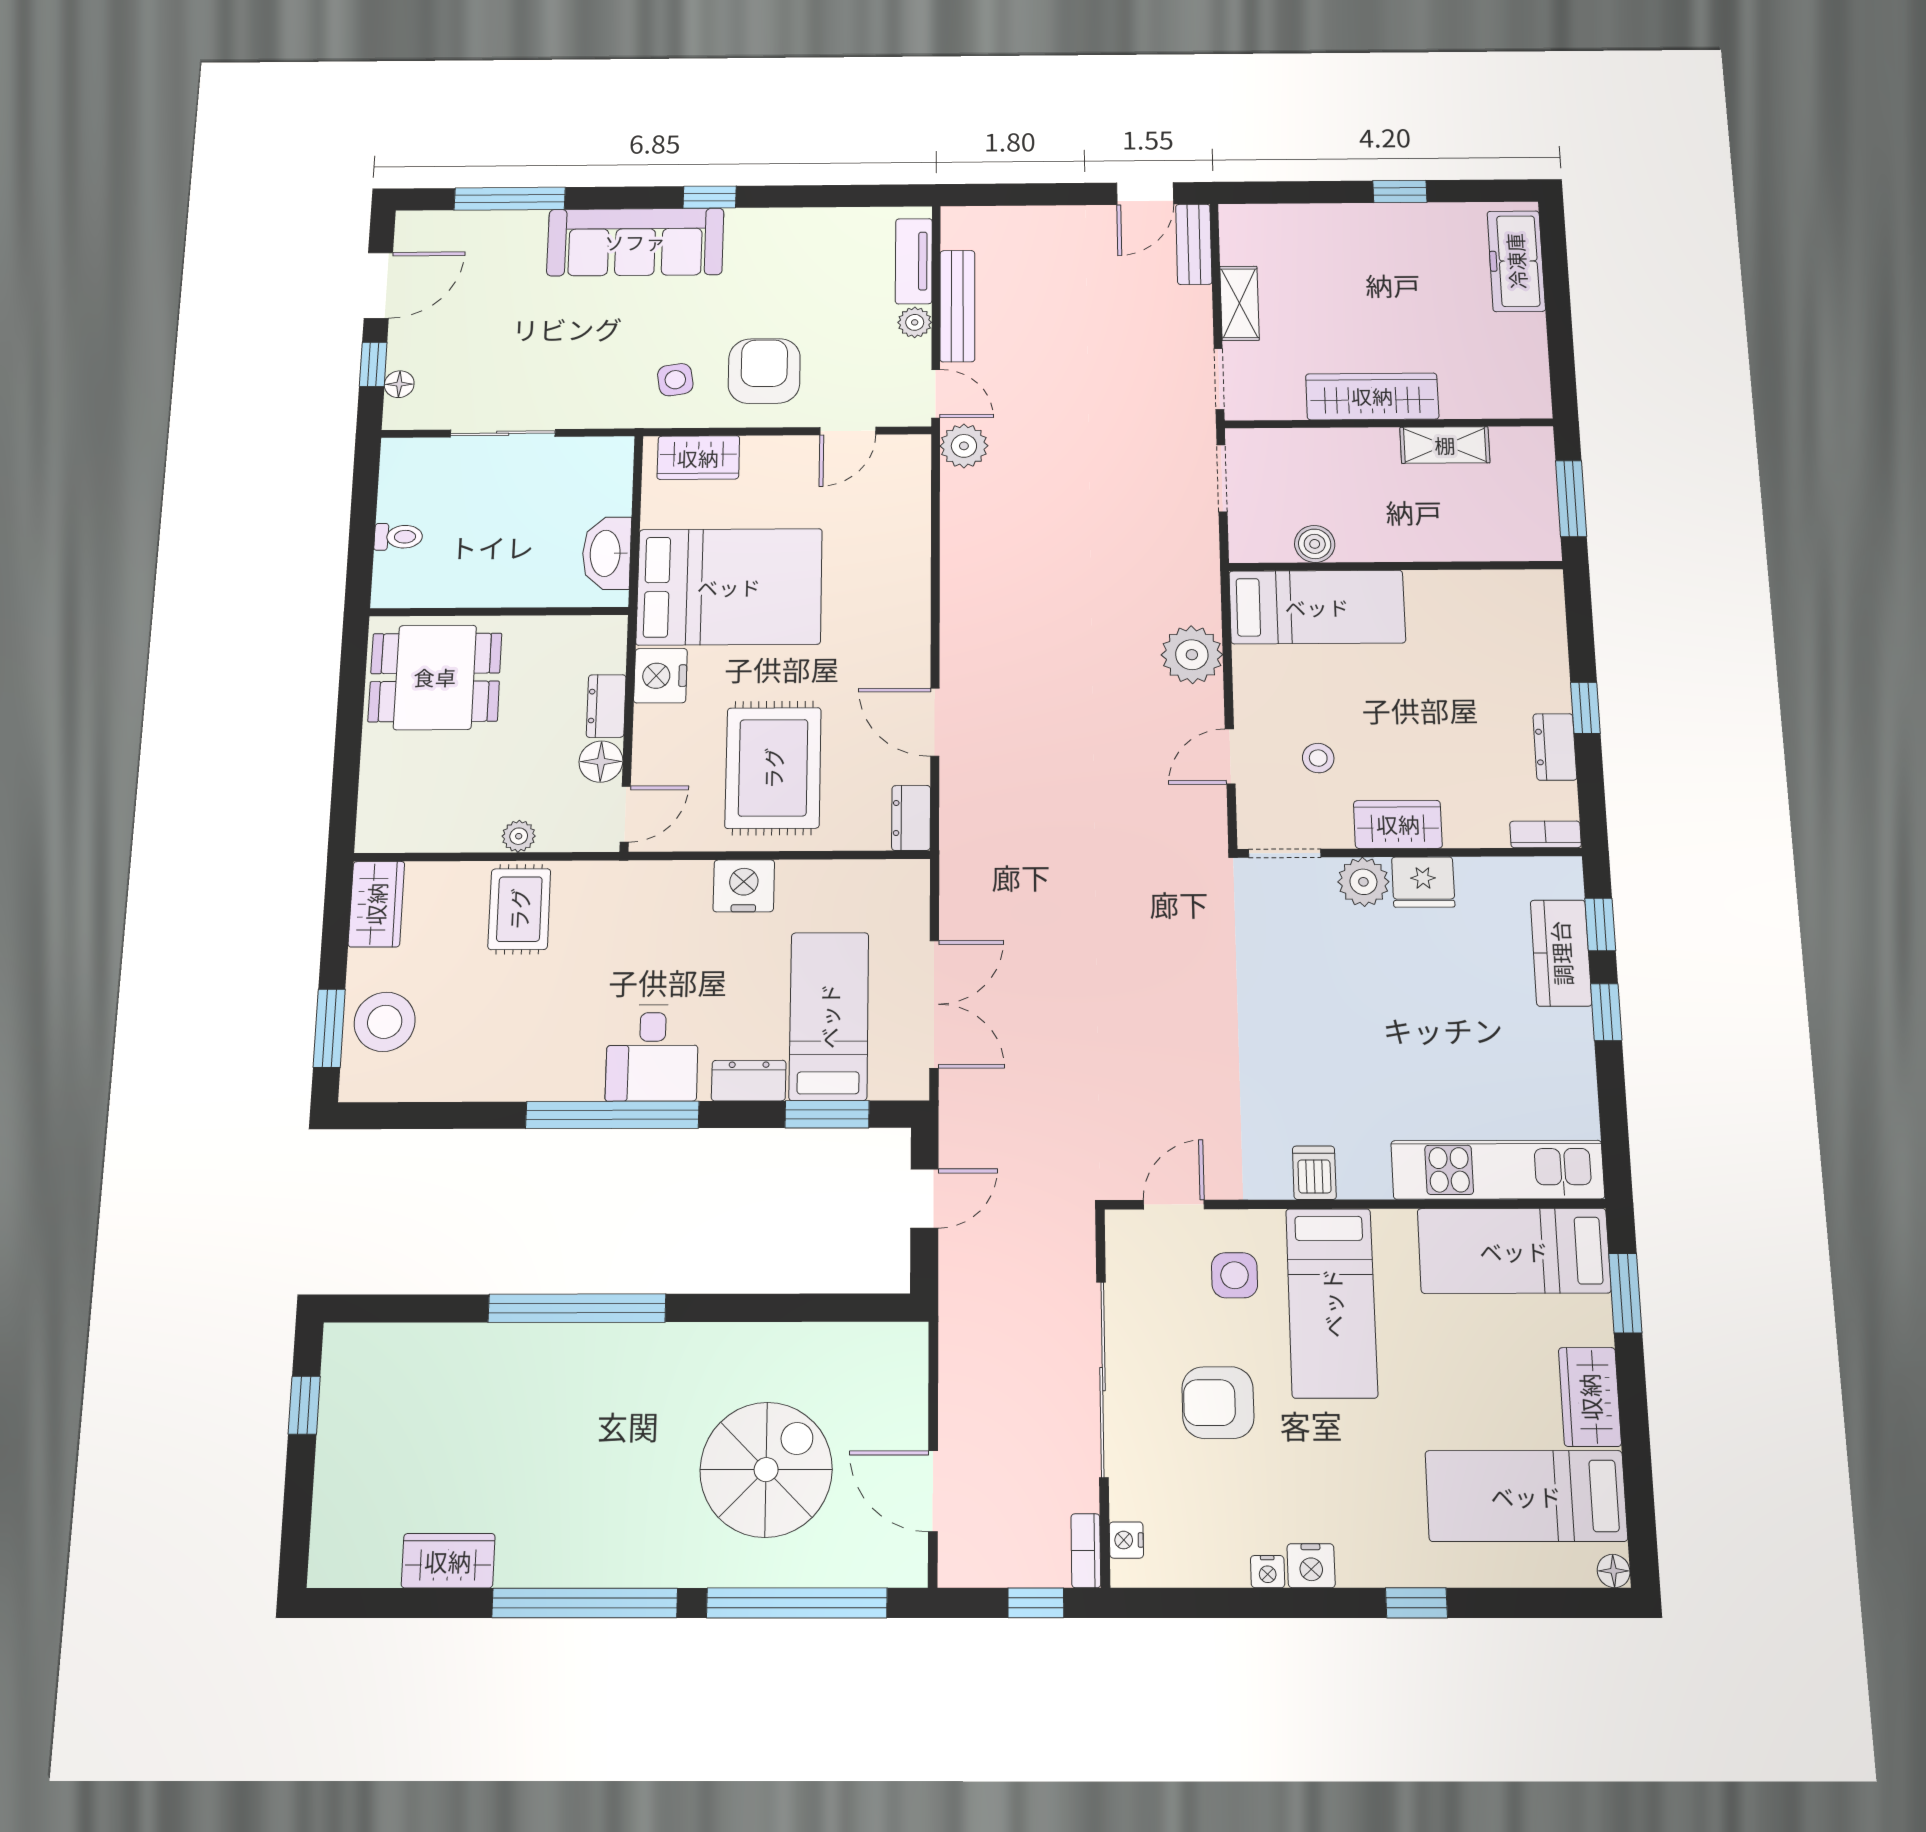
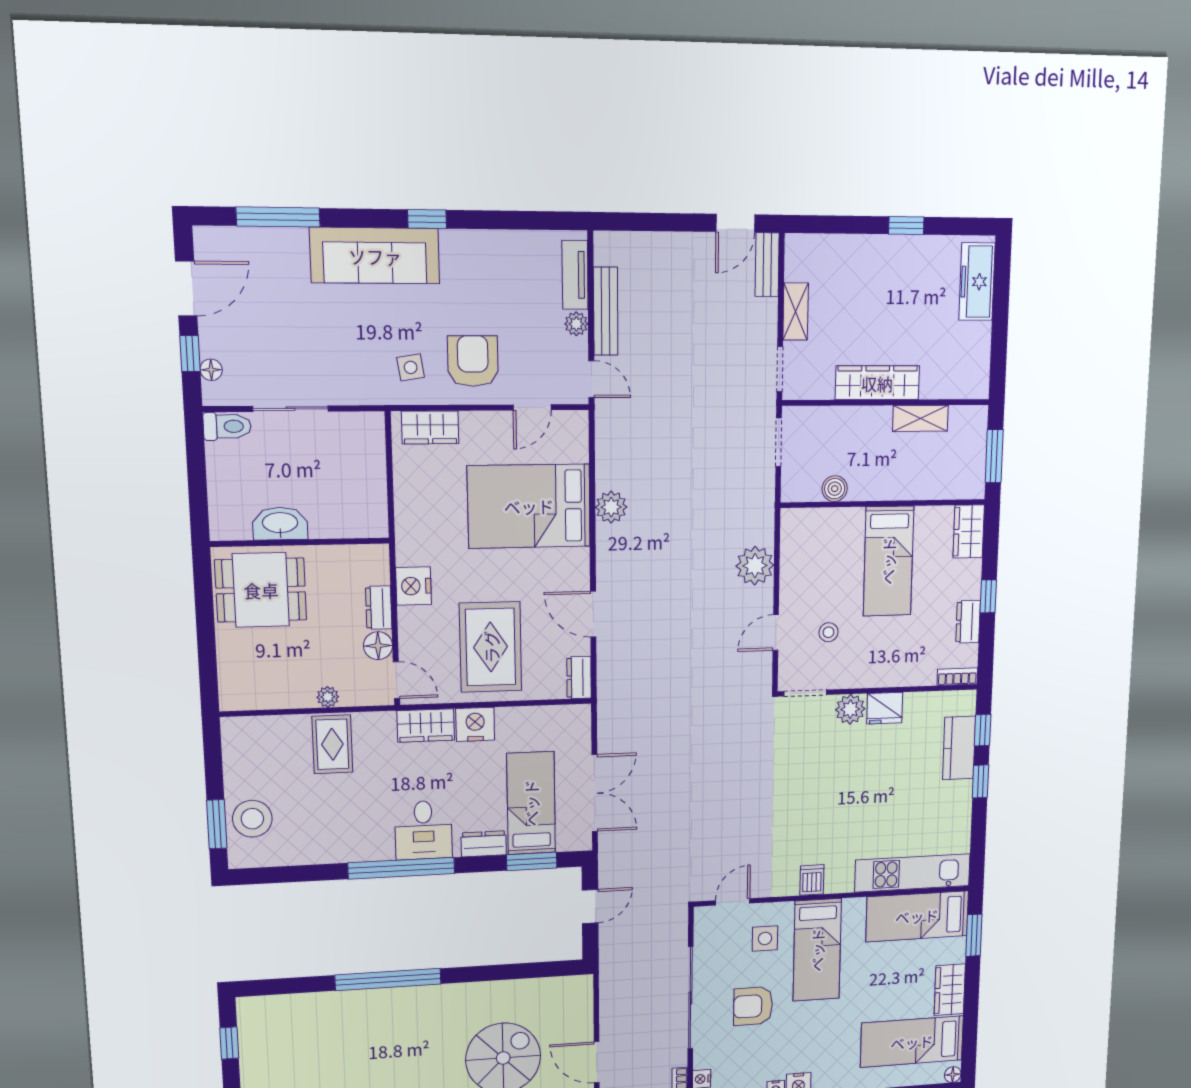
plant: (964, 446) -> (611, 507), moved
toilet: (398, 537) -> (227, 426), moved, width x1.37, depth x1.39
washbasin: (607, 553) -> (280, 524), moved, turned 90
bed: (729, 587) -> (529, 506), moved, turned 180
bed: (1317, 607) -> (888, 561), moved, turned 90
door: (625, 814) -> (396, 680), hinge flipped
wardrobe: (1398, 824) -> (969, 531), moved, turned -90
wardrobe: (376, 904) -> (426, 726), moved, turned 90

